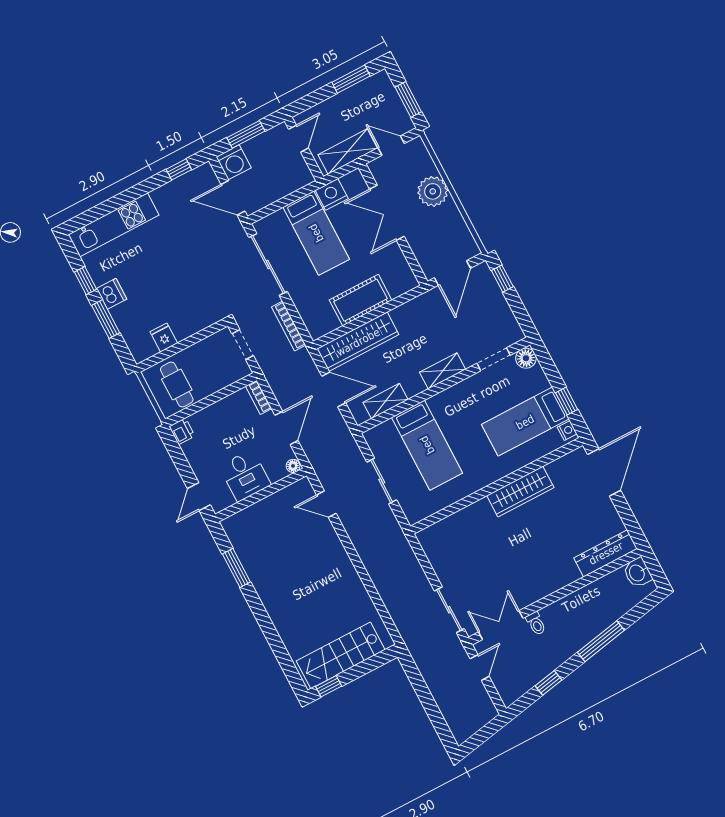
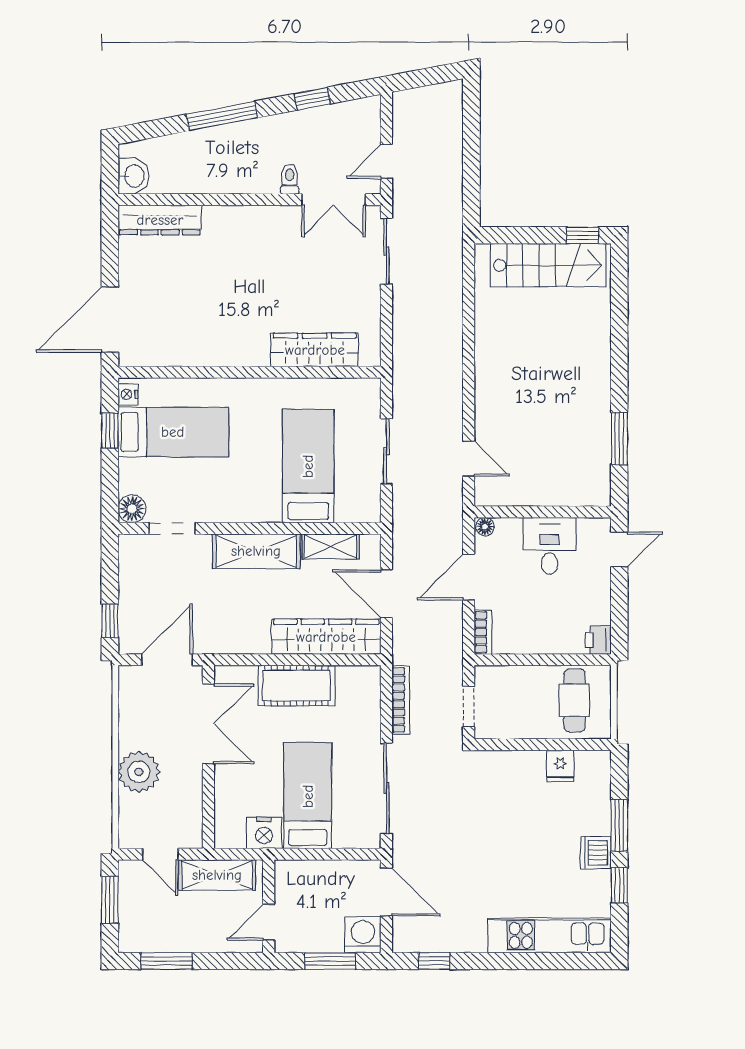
double door: (387, 213) -> (208, 724), moved
shelving: (443, 371) -> (256, 551), width x1.50, depth x1.33
wardrobe: (520, 492) -> (315, 350), moved

